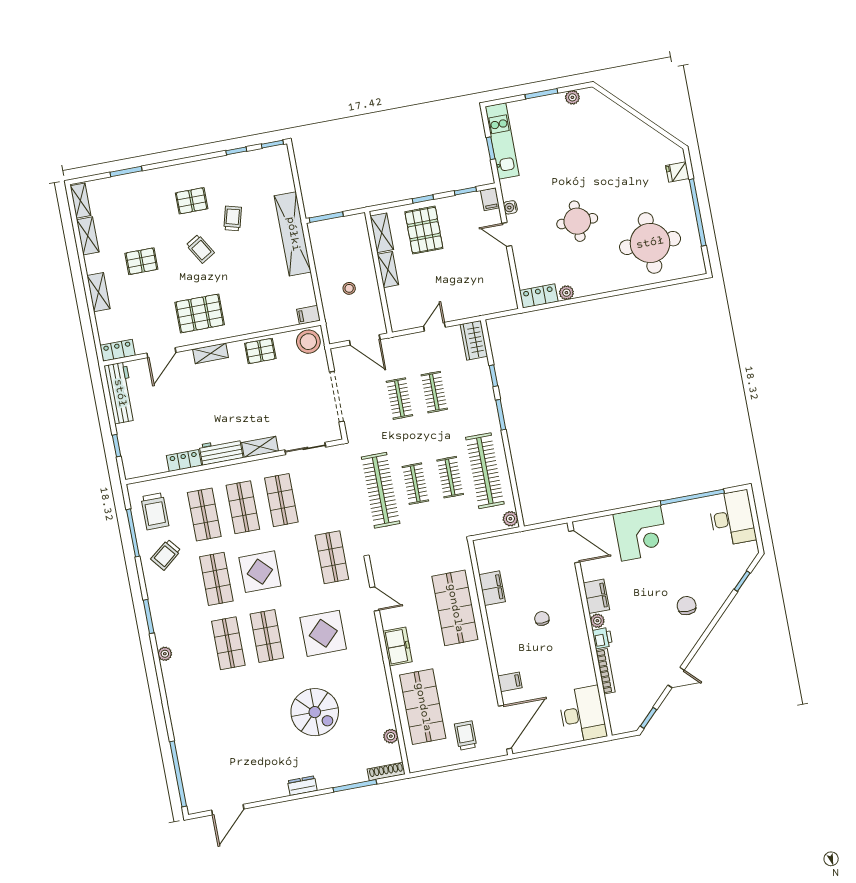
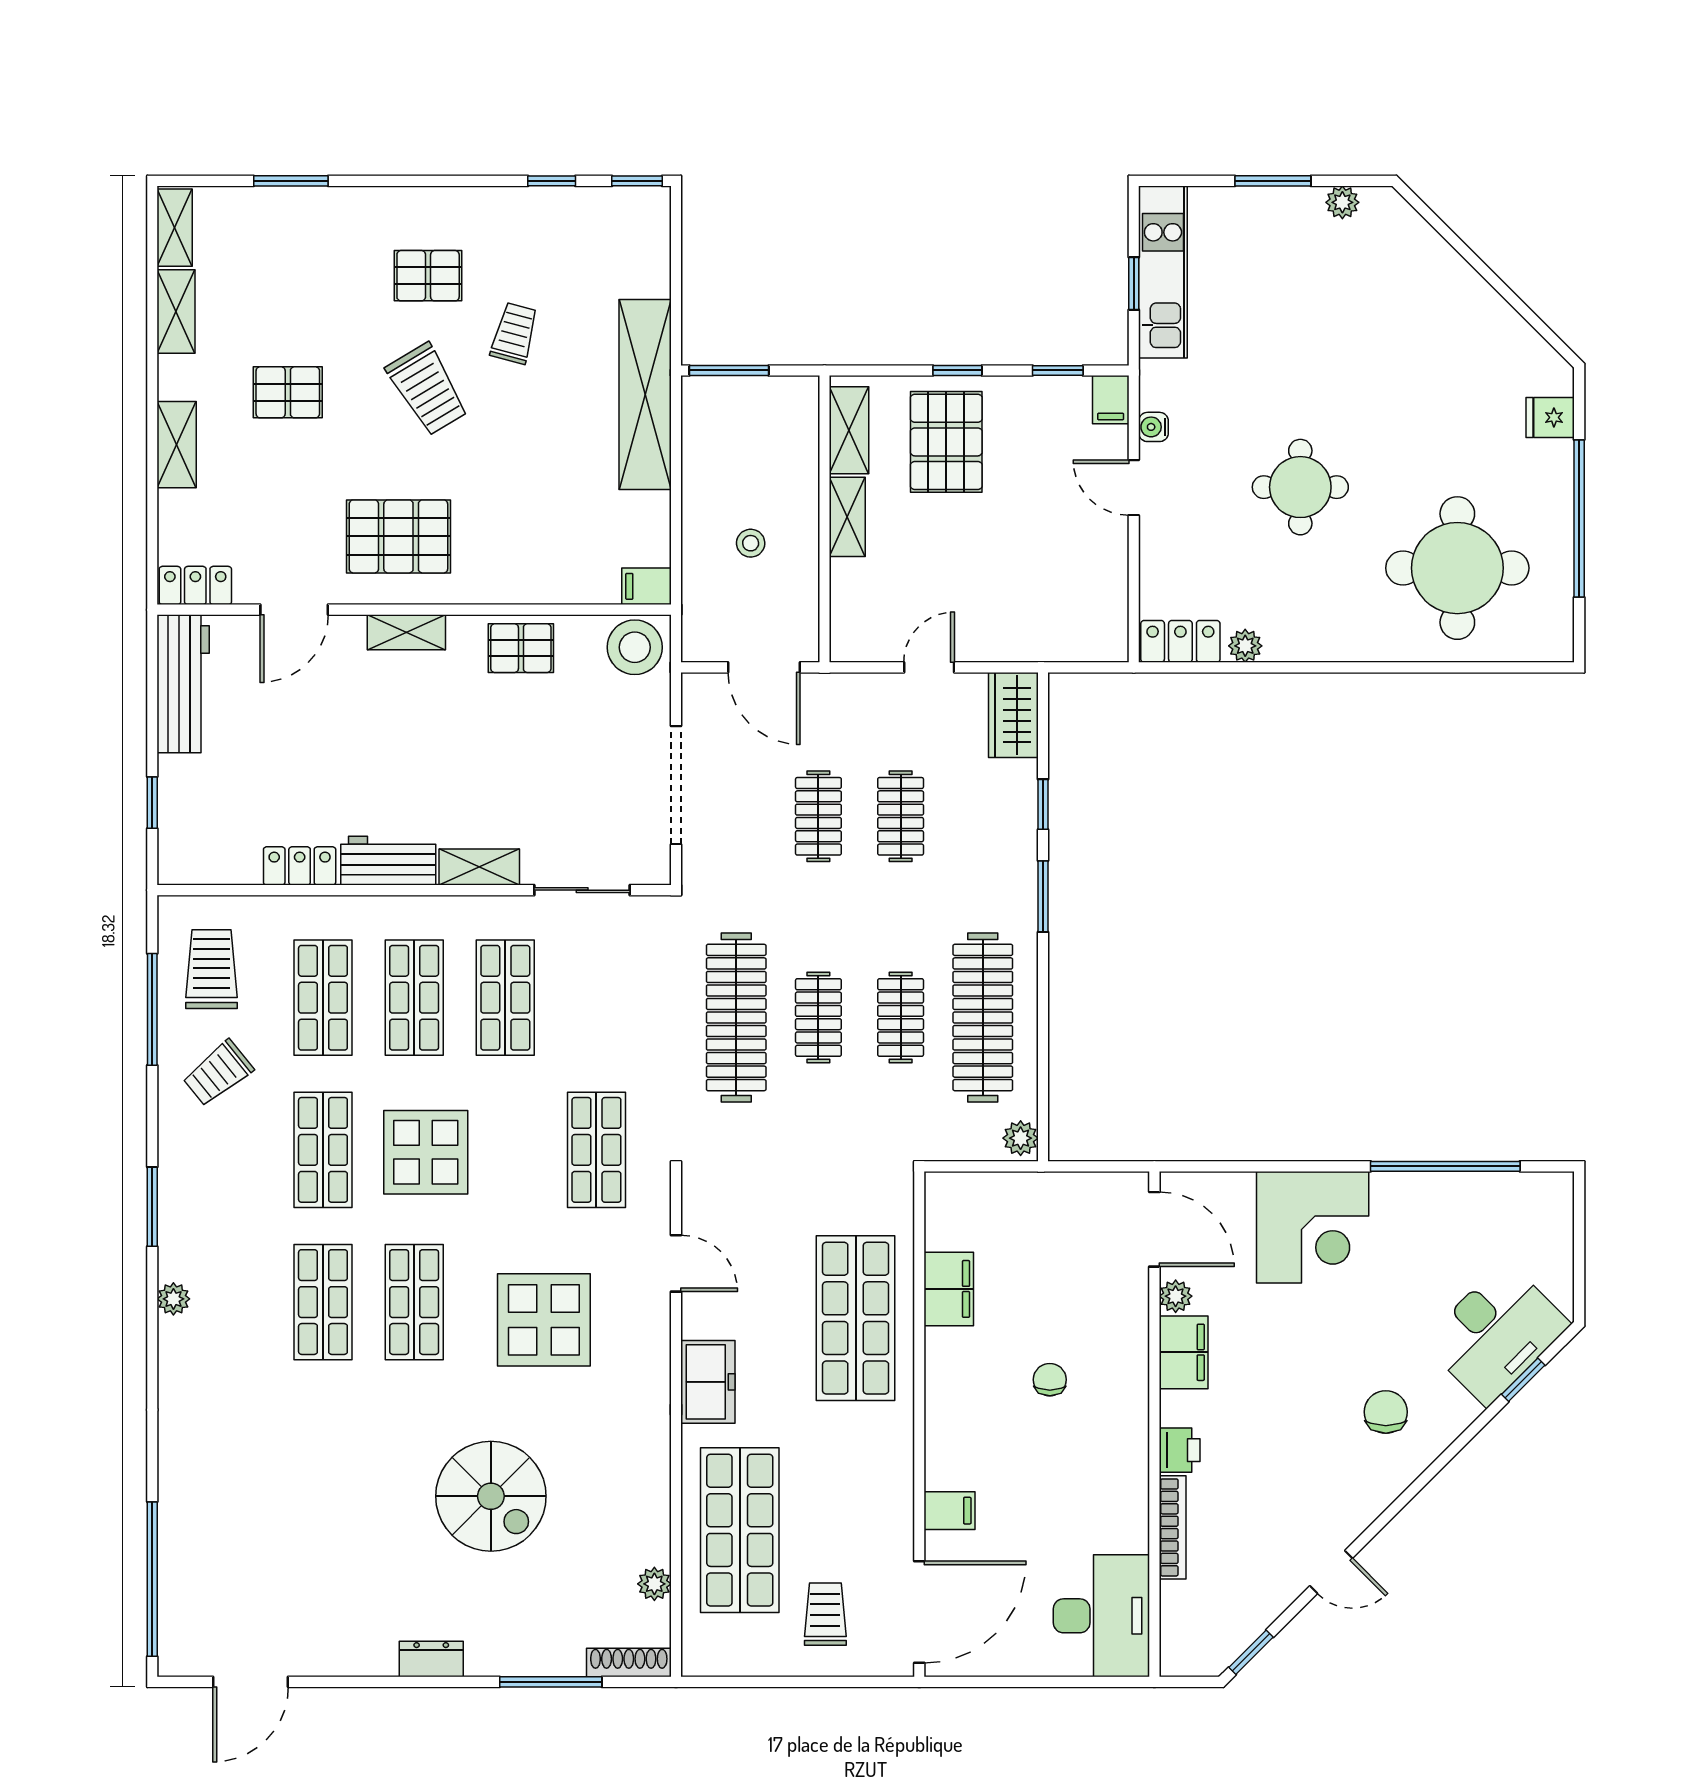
trolley: (200, 249) -> (427, 389), width x1.36, depth x1.39
trolley: (155, 511) -> (211, 969), turned 180
desk: (732, 518) -> (1496, 1333), moved, turned 45
plant: (597, 621) -> (1176, 1296), moved

